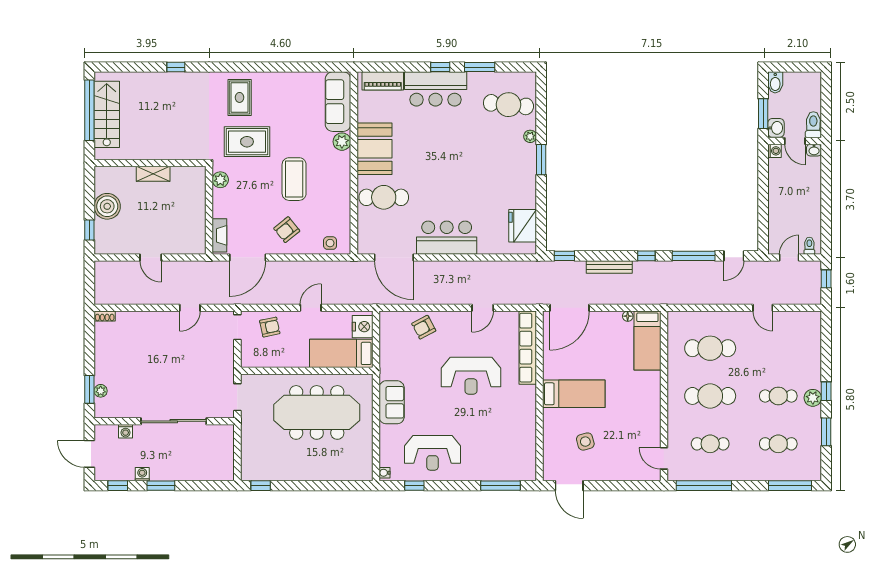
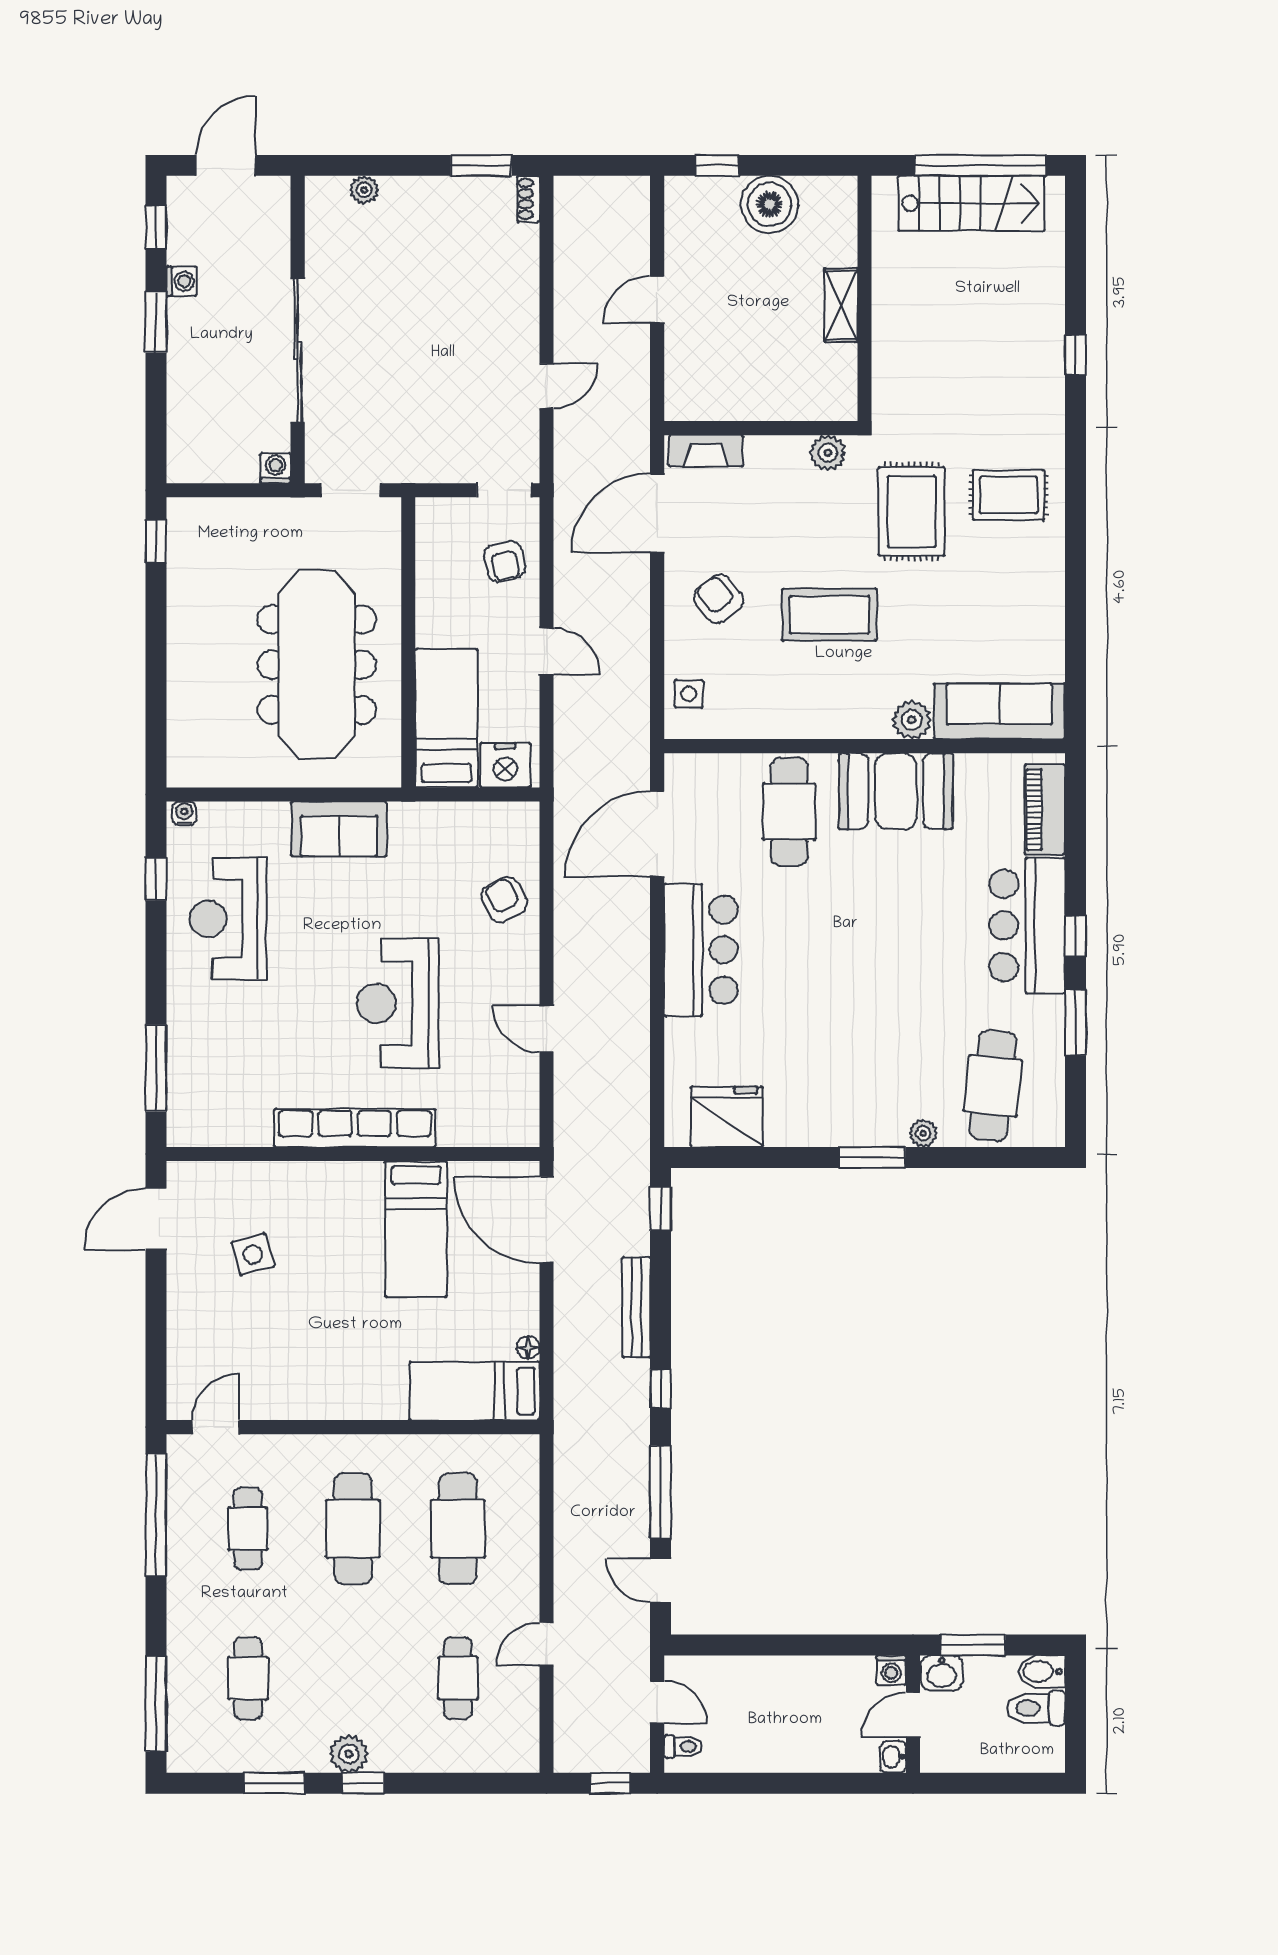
toilet: (813, 125) -> (1036, 1708), moved, turned 180
door: (248, 257) -> (657, 513), hinge flipped
door: (190, 308) -> (547, 386), swing flipped
row of seats: (528, 348) -> (355, 1128), moved
window: (89, 389) -> (481, 165), moved
bed: (574, 394) -> (416, 1229), moved
cafe table: (778, 396) -> (458, 1678), moved
washing machine: (126, 431) -> (276, 468), moved, turned 90

